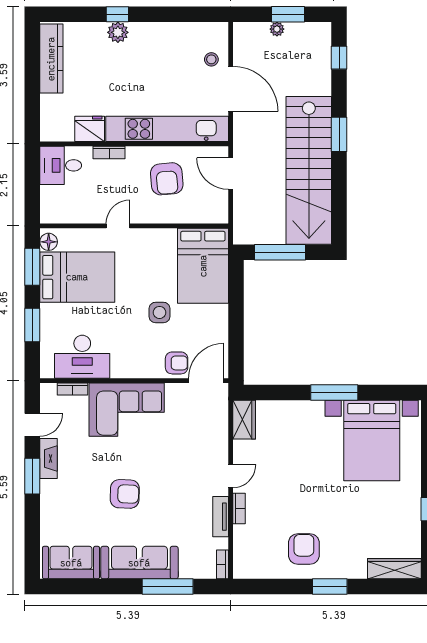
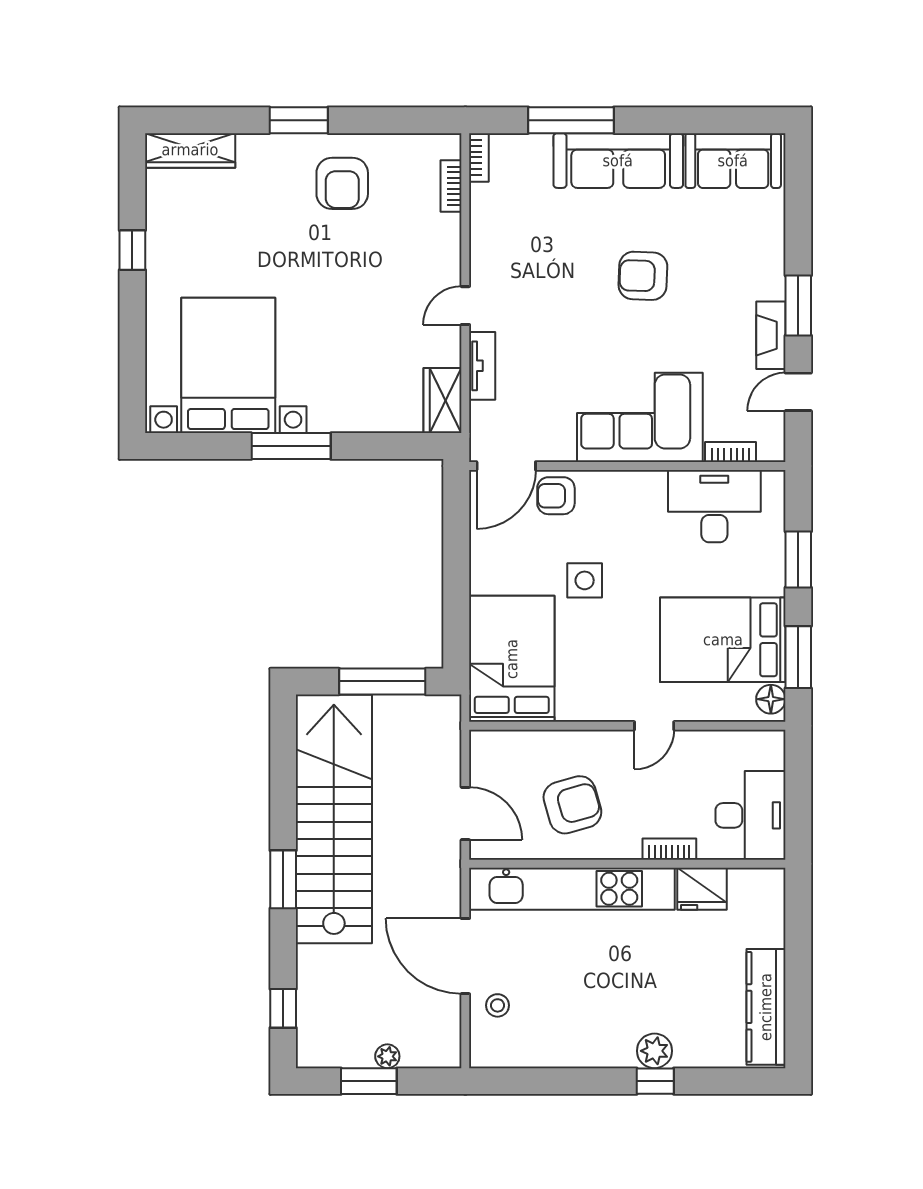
desk: (61, 165) -> (750, 815), width x1.37
armchair: (167, 179) -> (572, 805), turned 79
bookcase: (239, 508) -> (451, 186), moved
tv unit: (221, 517) -> (482, 366), moved

